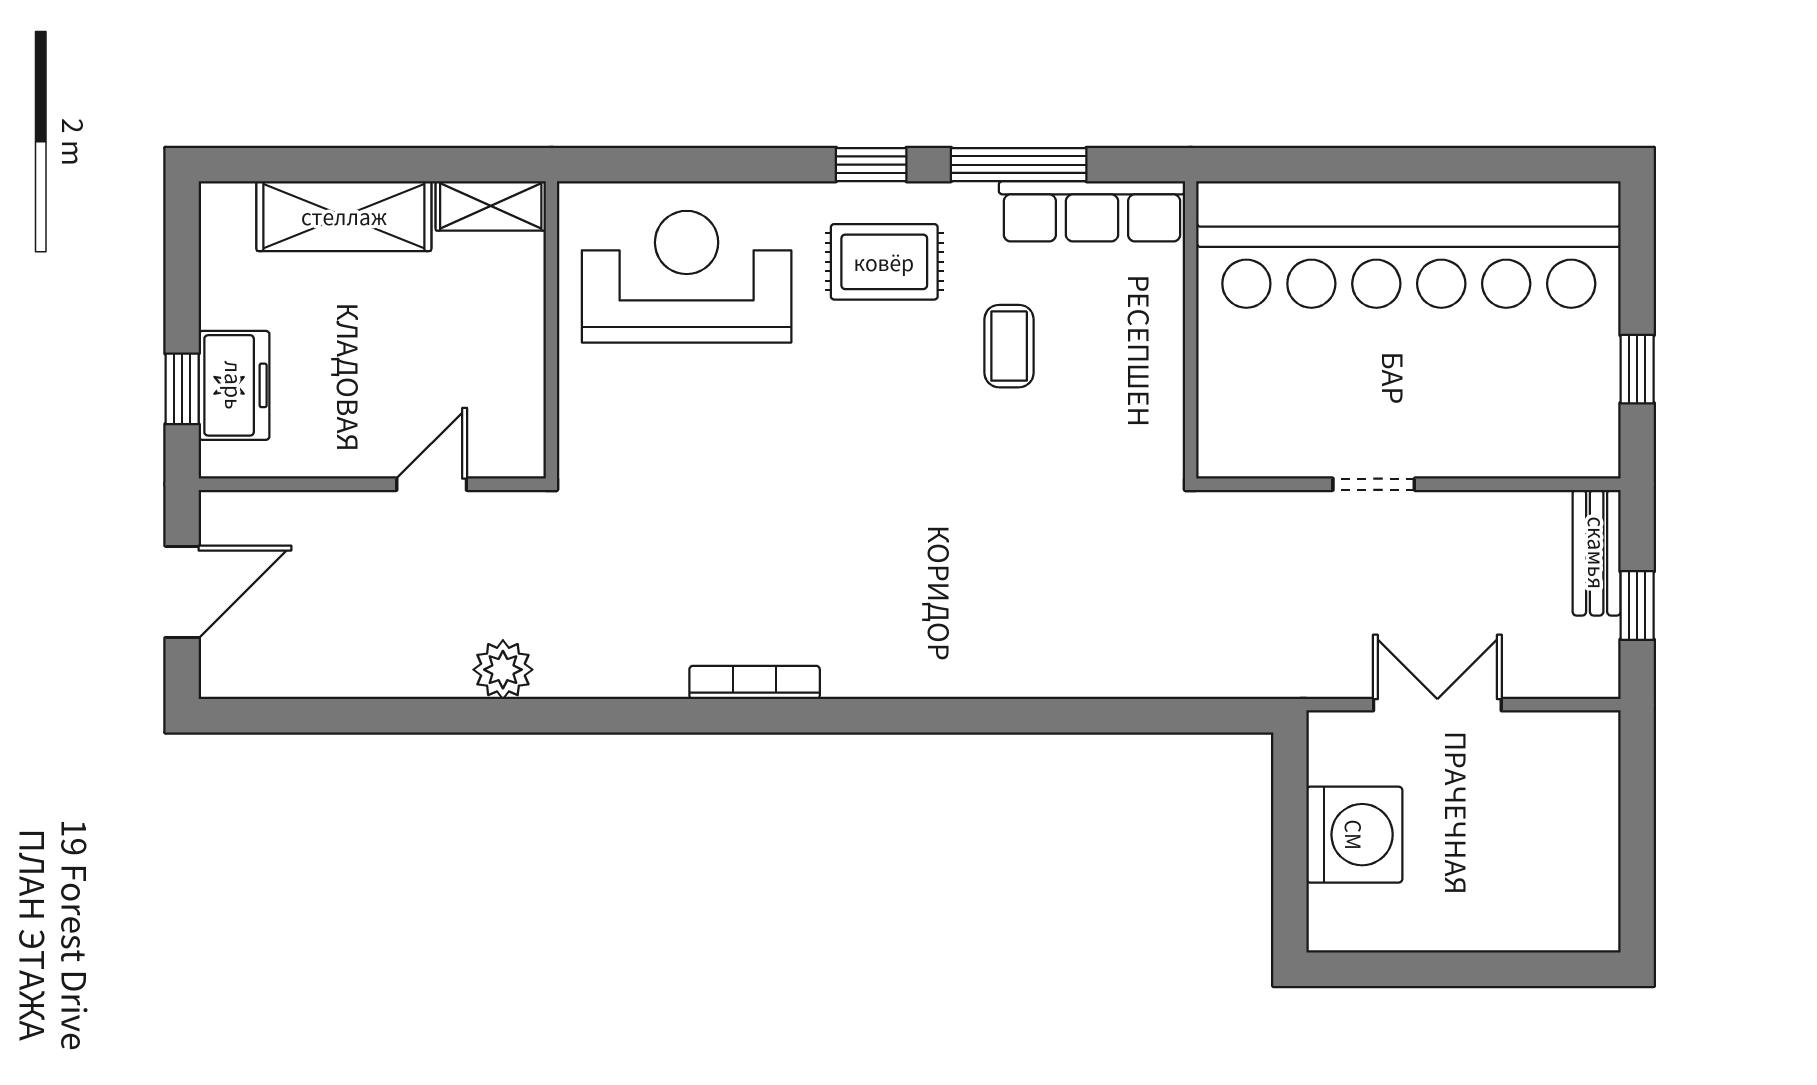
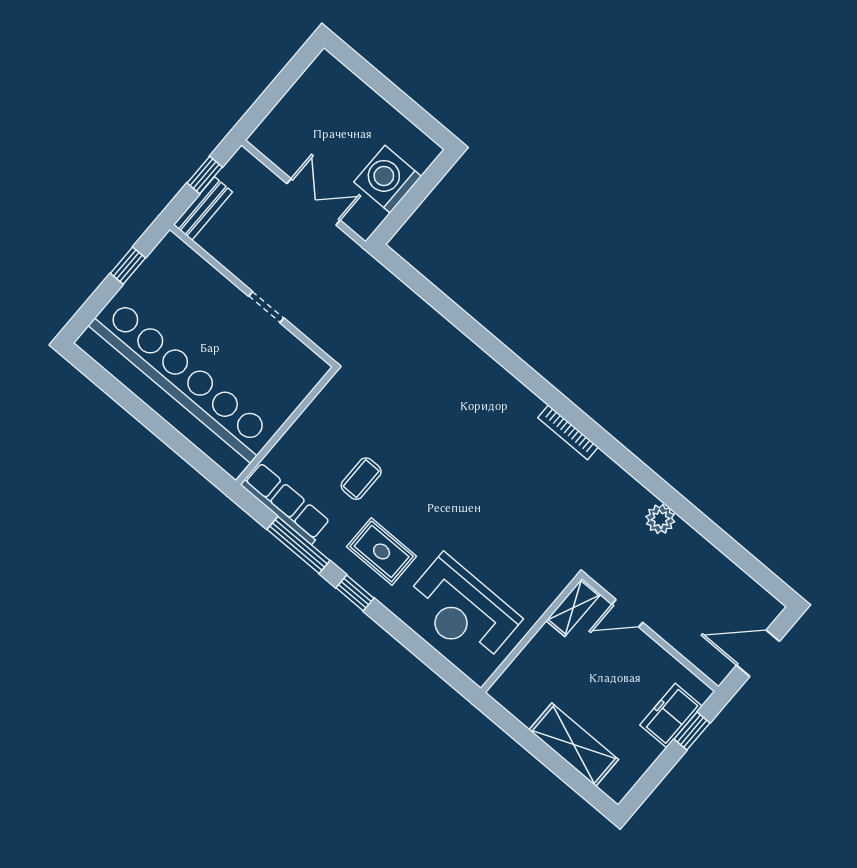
shelving: (491, 206) -> (573, 607), moved, turned 90
double door: (1437, 705) -> (314, 202), swing flipped

